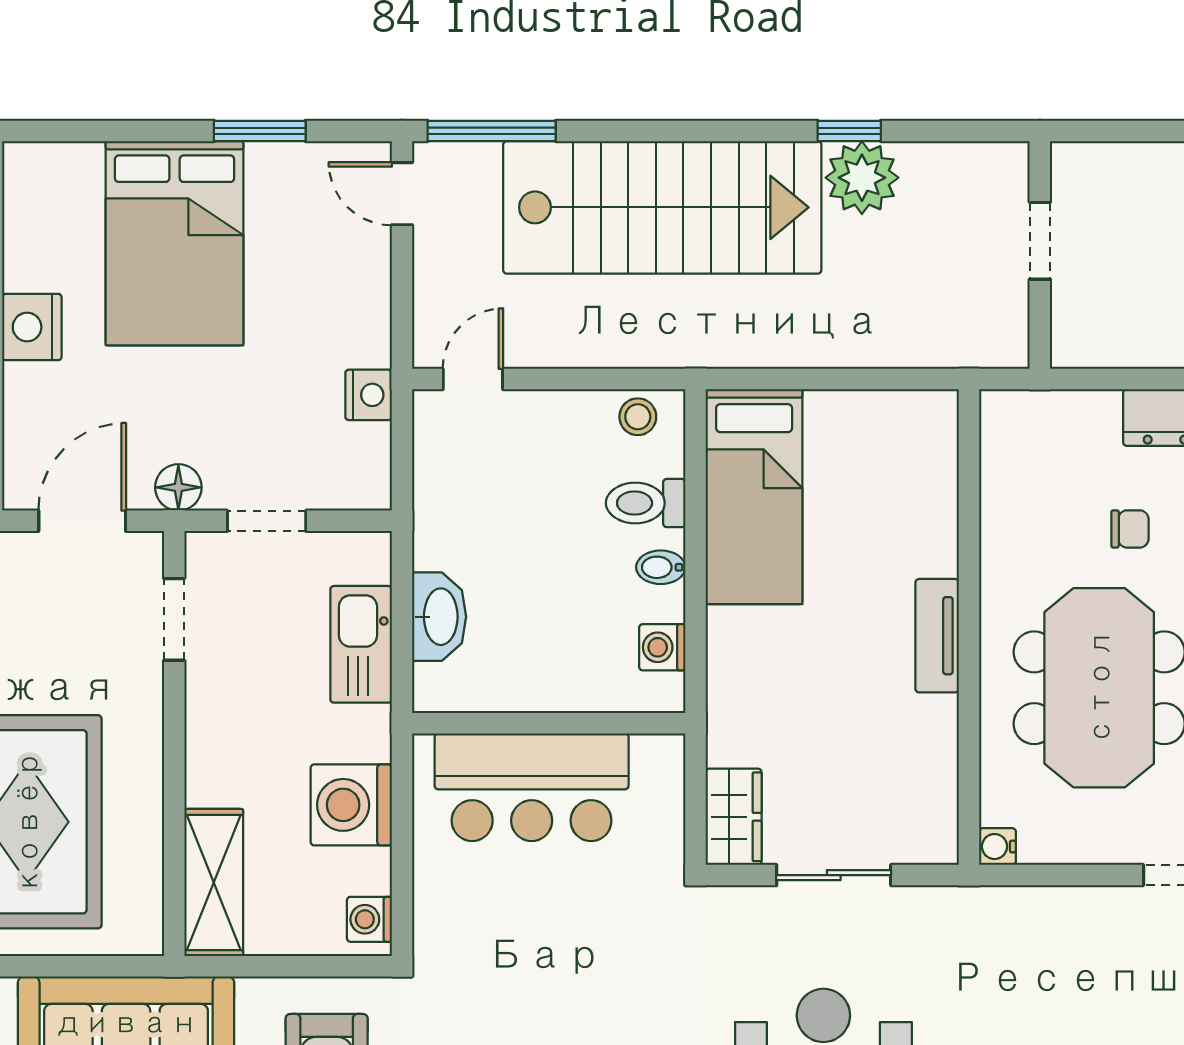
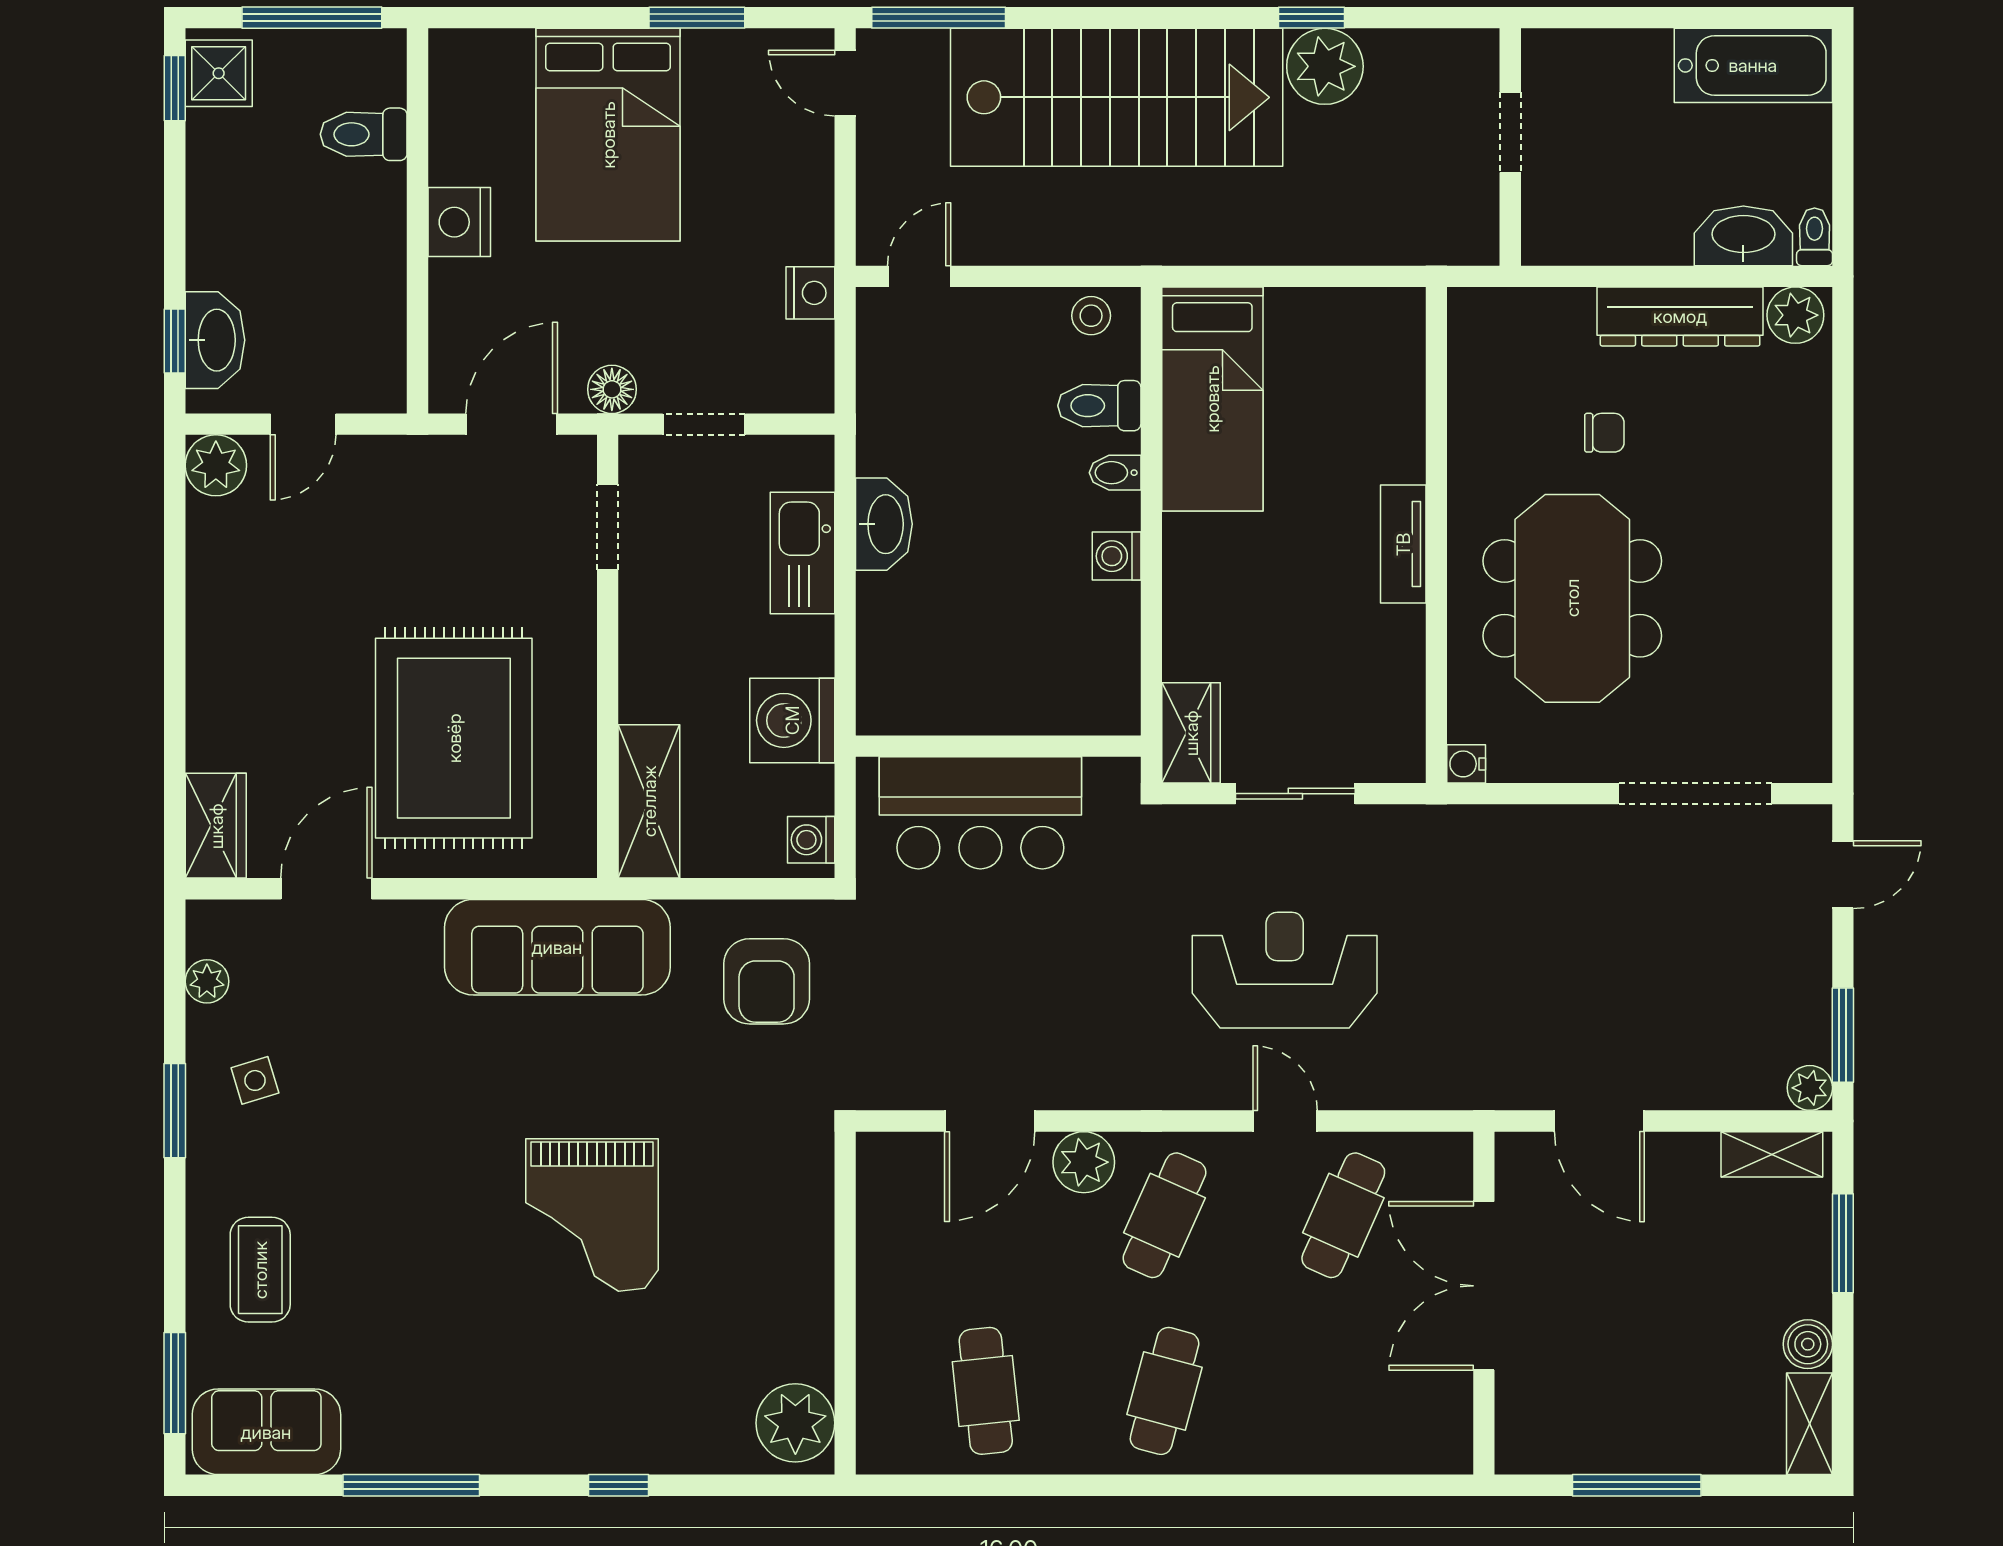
wall: (549, 723) -> (998, 746), moved
bar counter: (532, 787) -> (980, 813), moved

